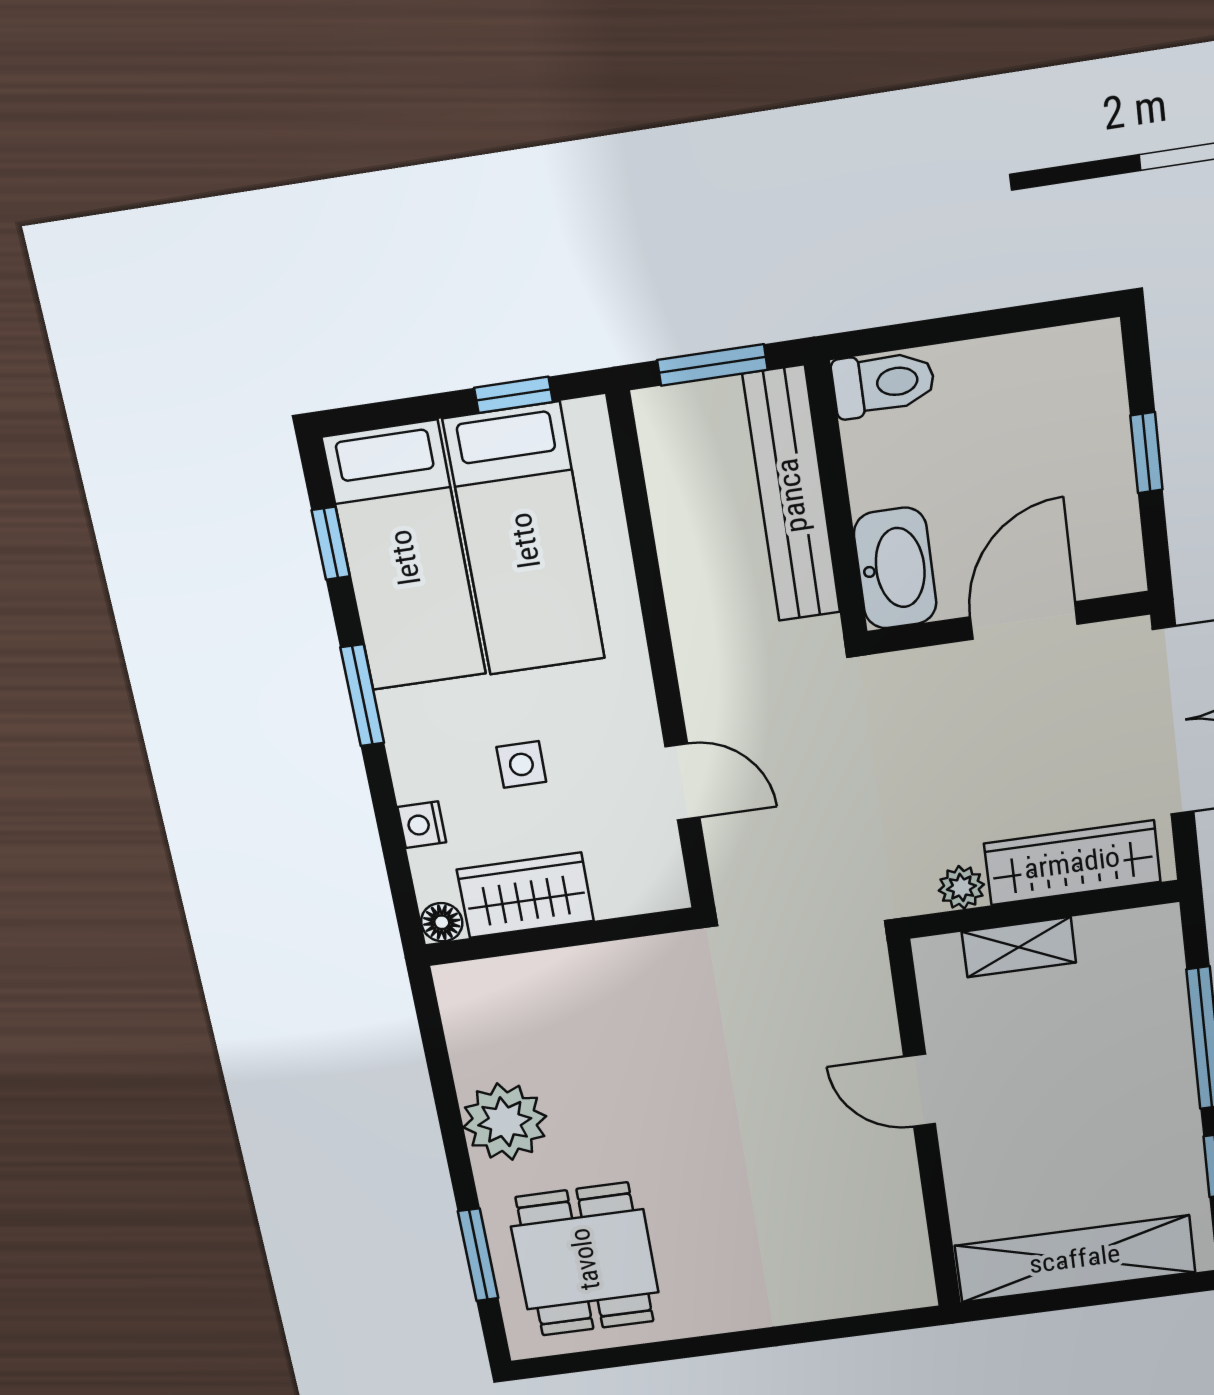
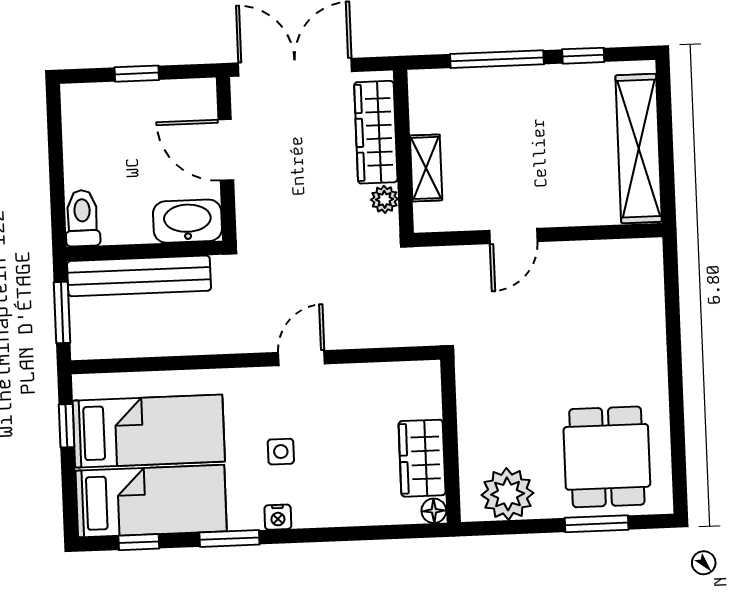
nightstand: (422, 825) -> (278, 517), moved
wardrobe: (525, 895) -> (422, 458), moved
floor lamp: (442, 922) -> (434, 511), moved
wall: (560, 937) -> (451, 441), moved
dining table: (585, 1259) -> (607, 457), turned 90

